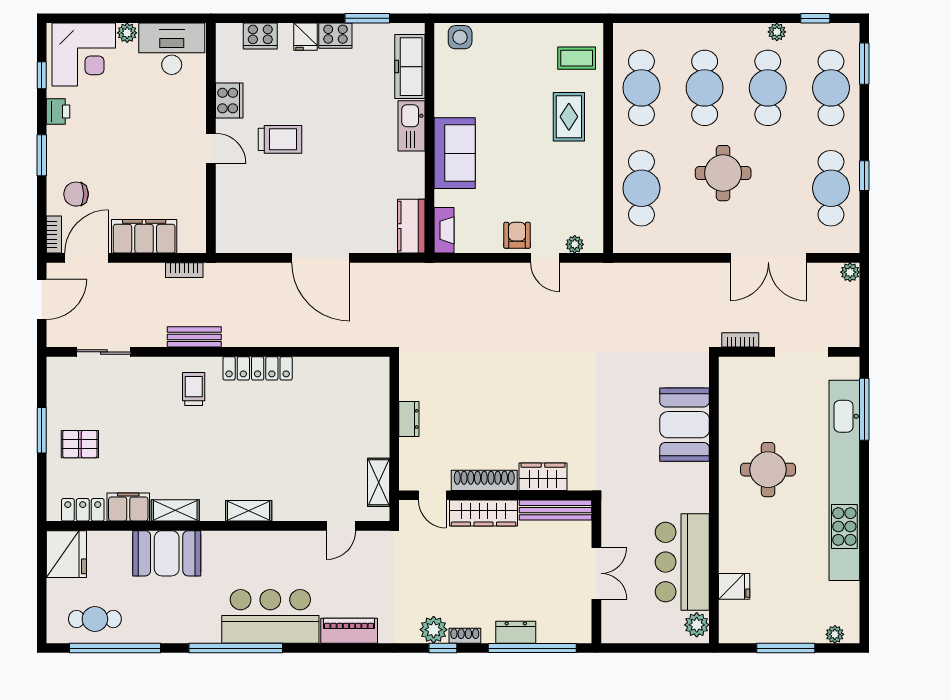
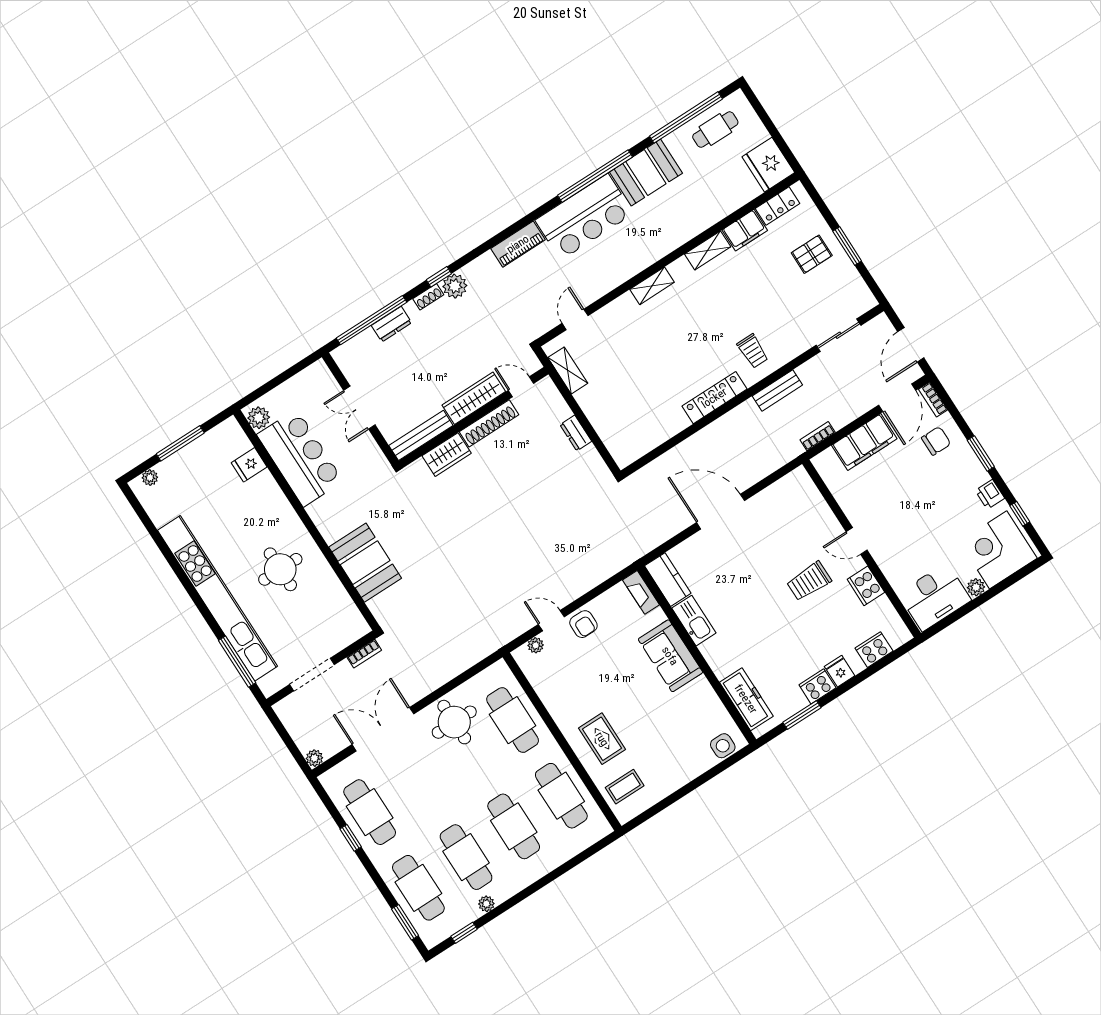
kitchen sink: (411, 126) -> (694, 621), moved
round table: (723, 173) -> (454, 722), moved
booth: (167, 553) -> (646, 173), moved

